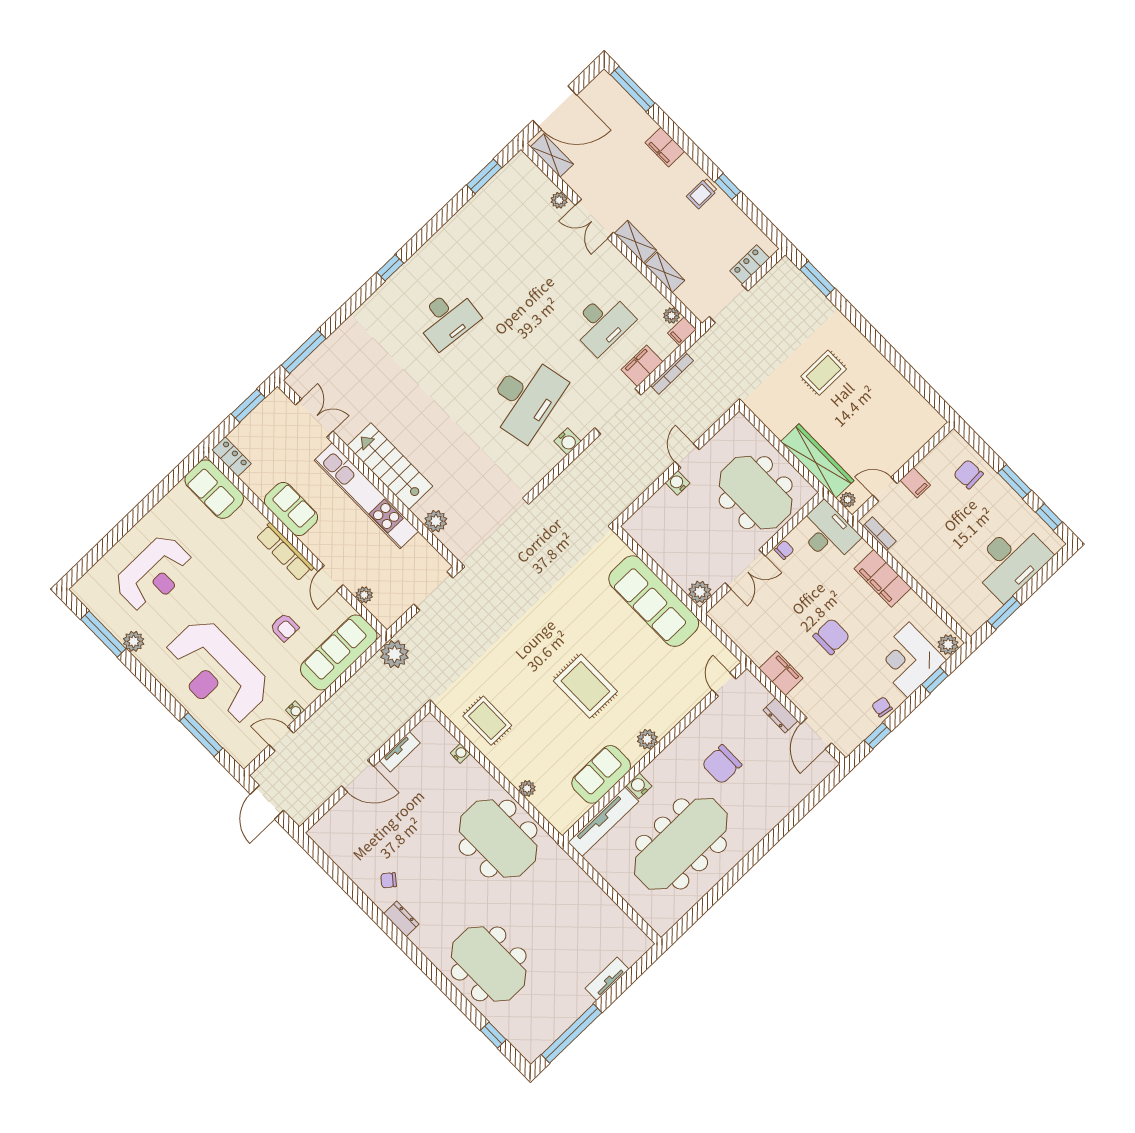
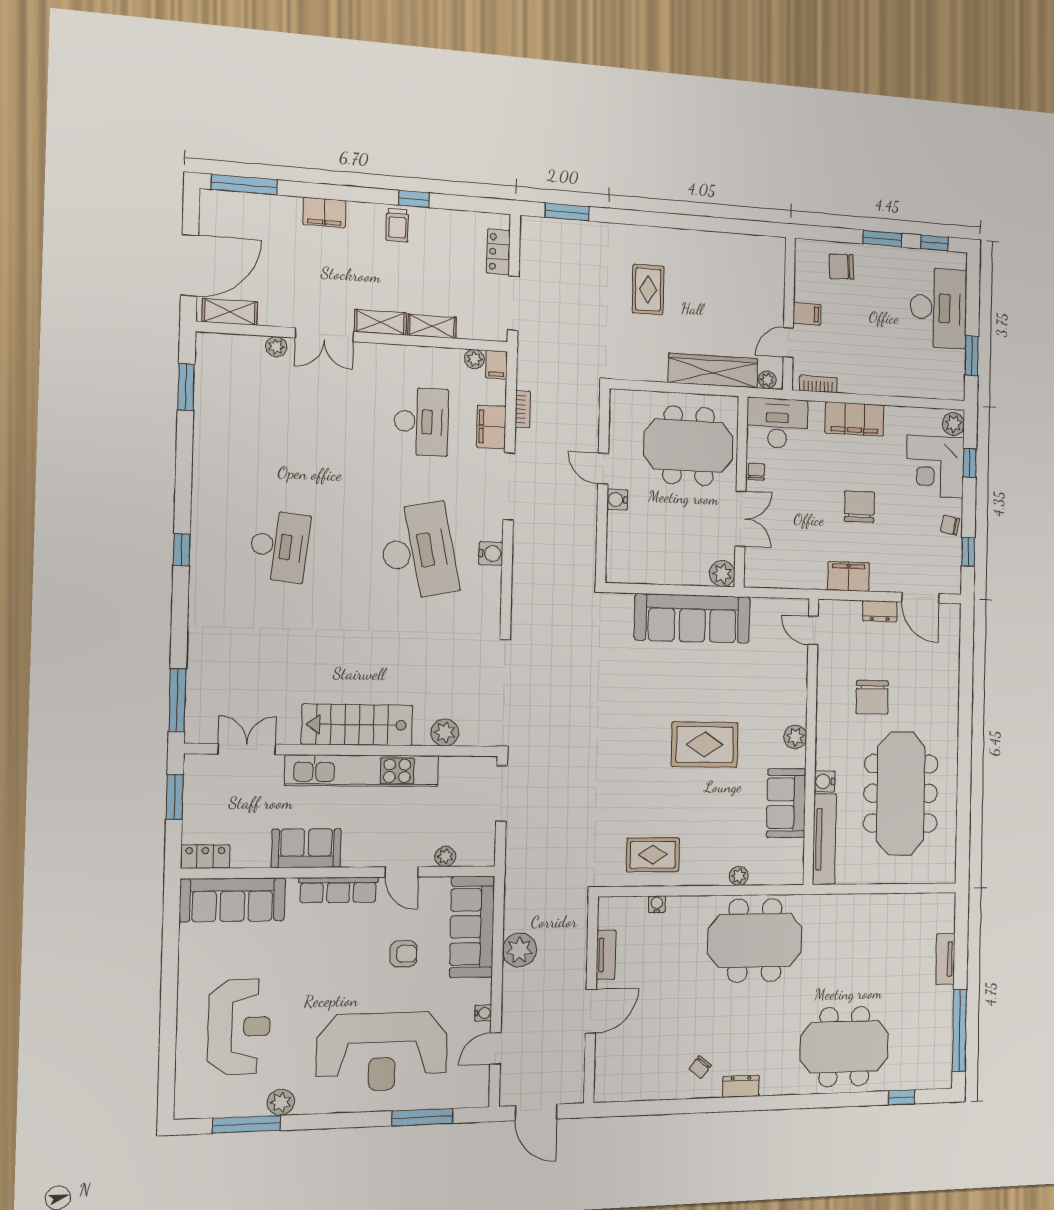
bookcase: (672, 373) -> (523, 409), width x0.64
sofa: (214, 489) -> (232, 900), width x1.36
plant: (395, 654) -> (519, 950), moved

